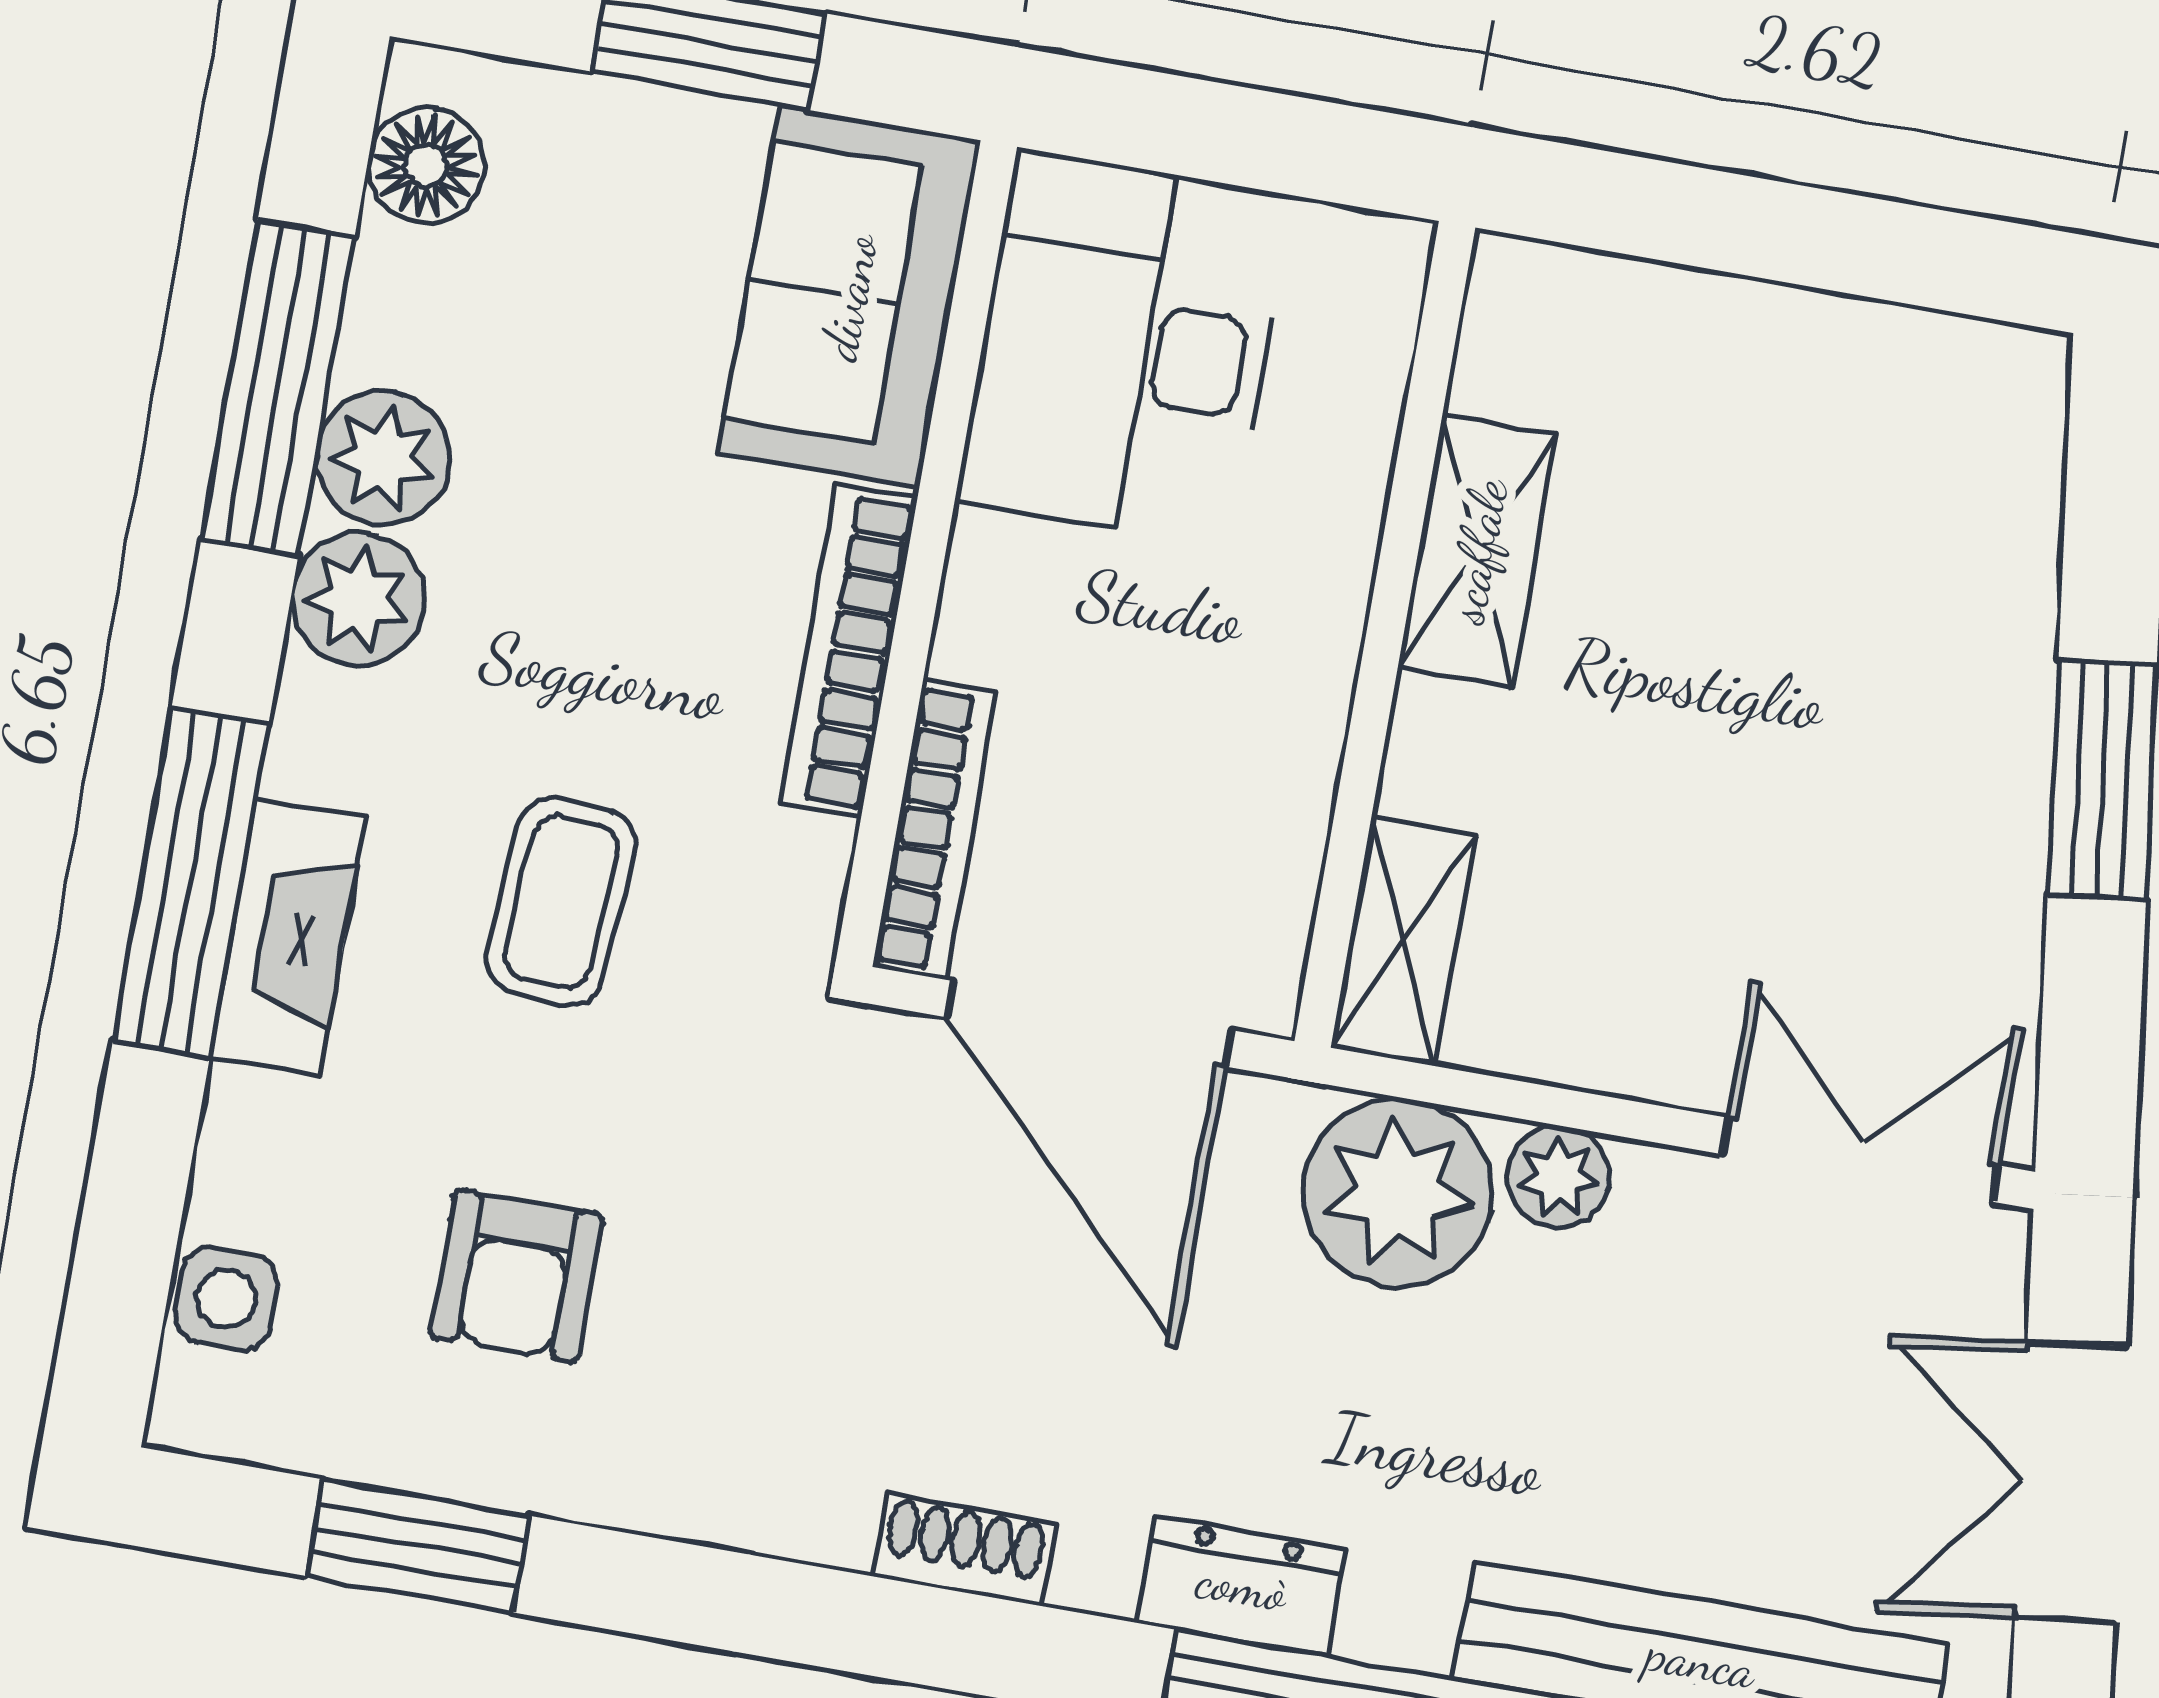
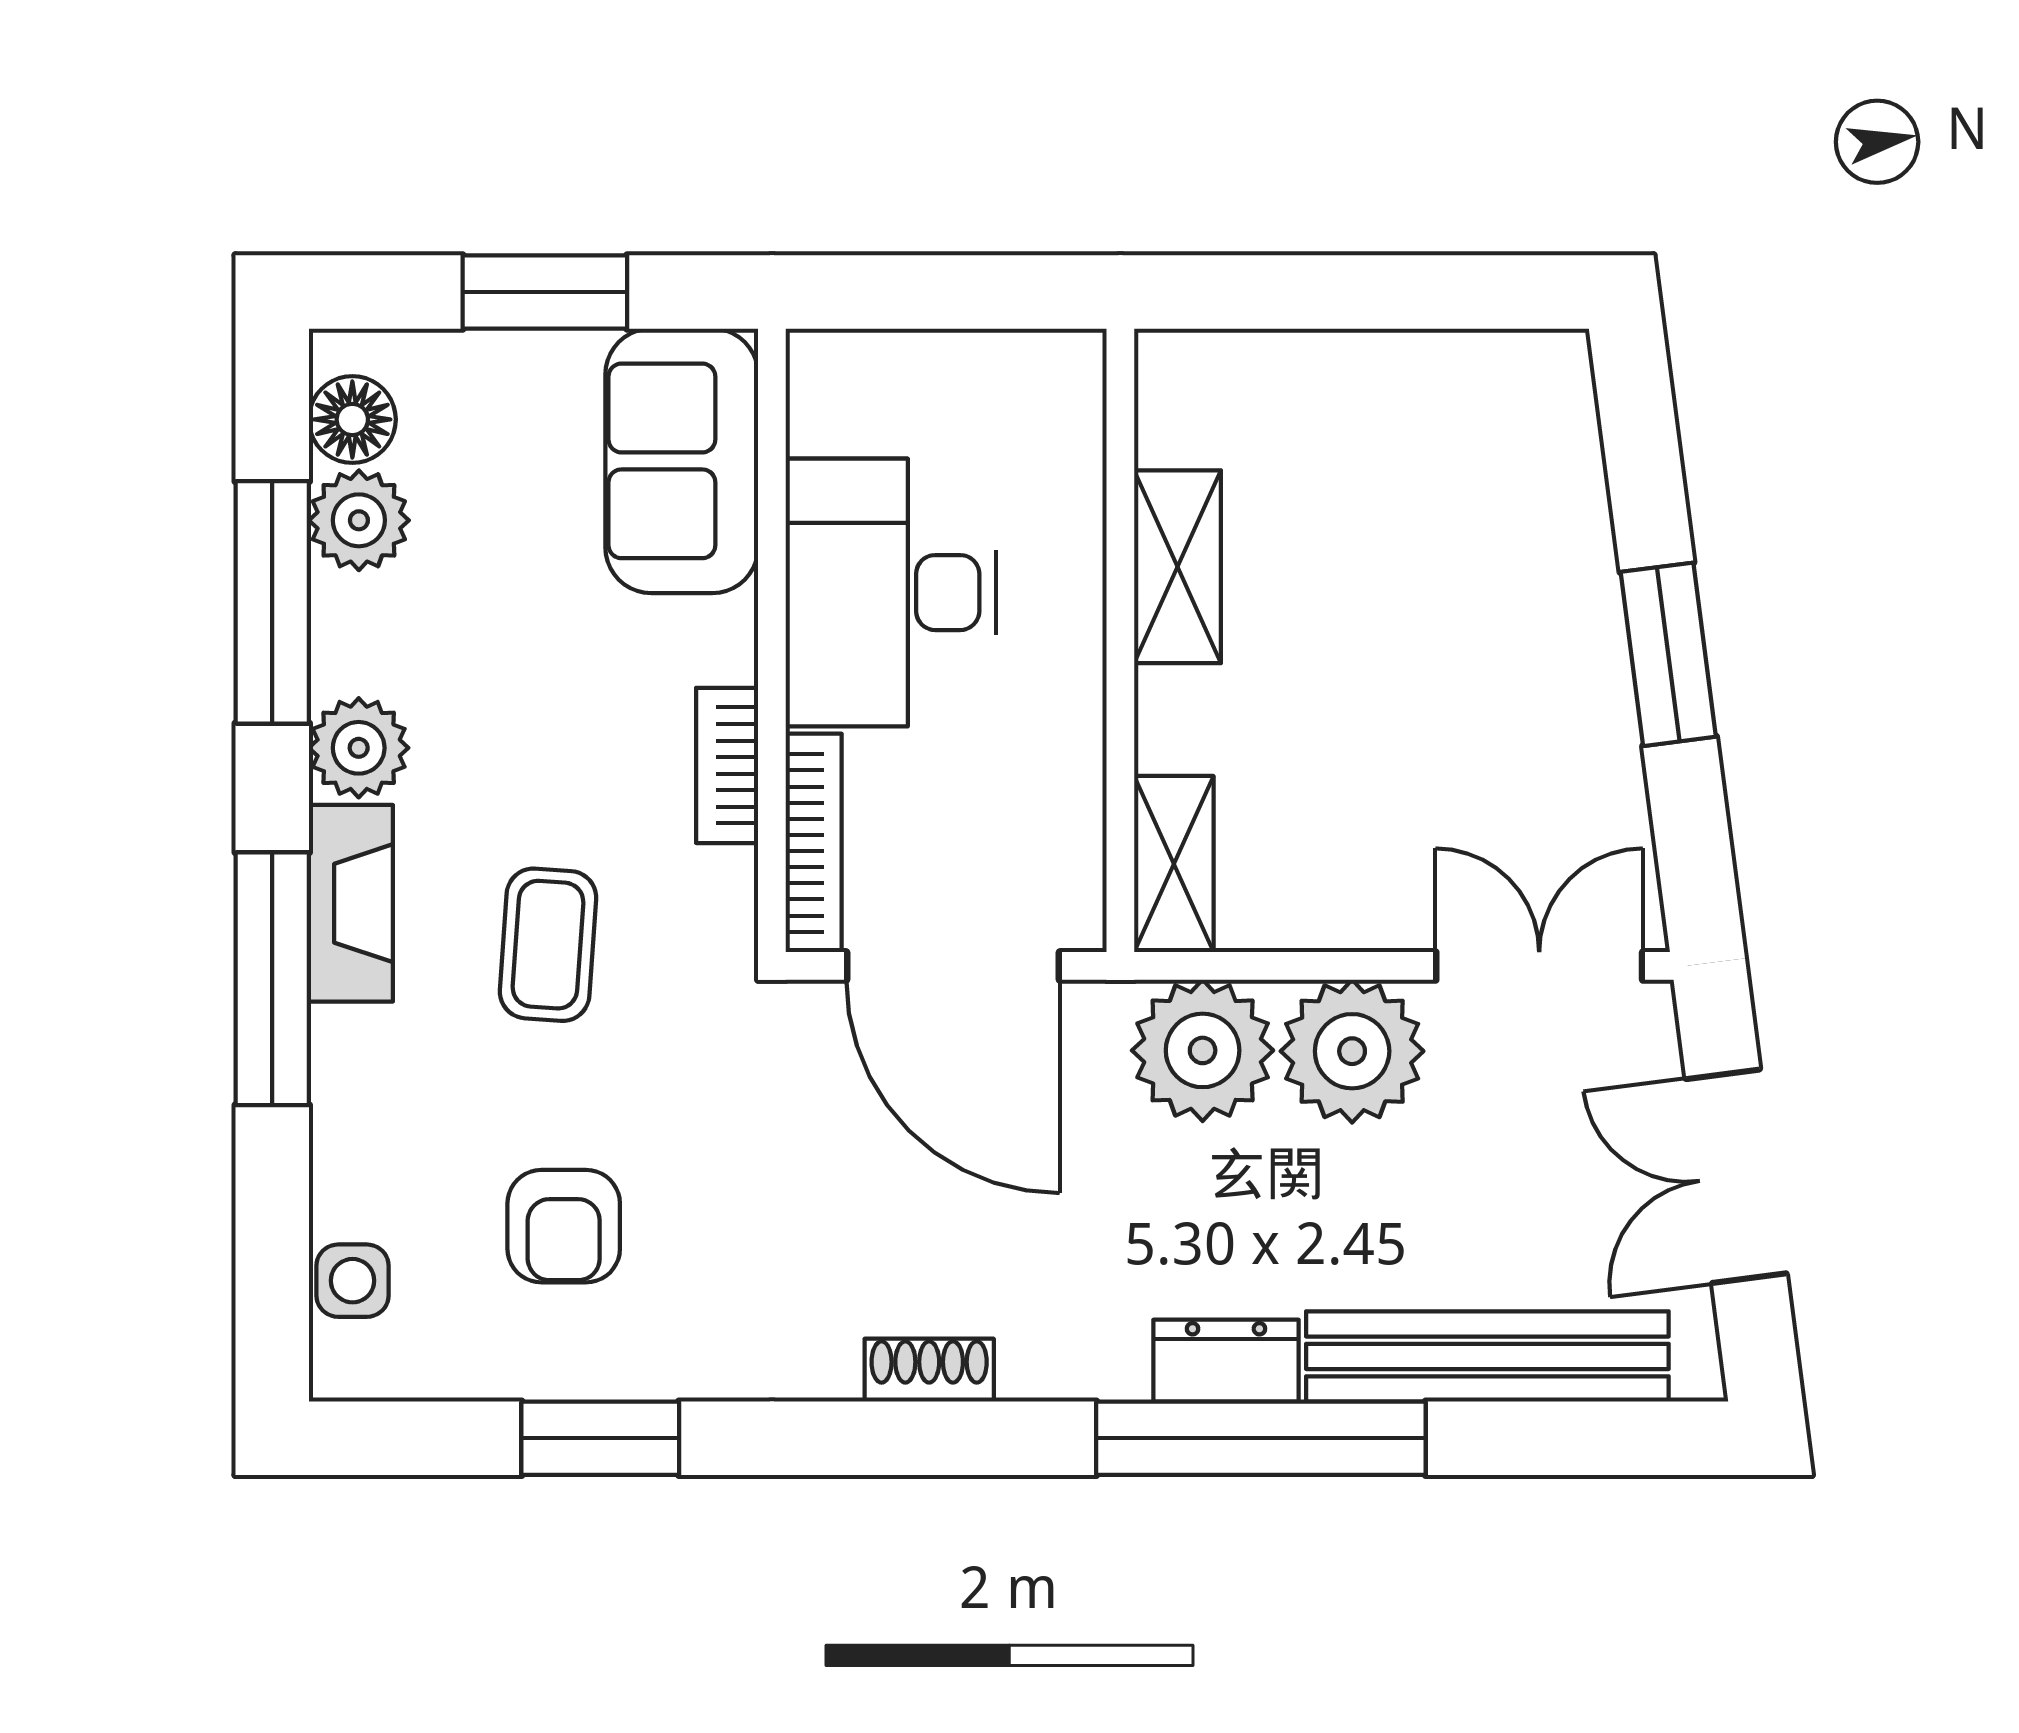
desk: (1124, 349) -> (891, 593), moved
plant: (383, 458) -> (359, 520), moved
bookcase: (849, 650) -> (727, 765), width x0.64
fireplace: (288, 937) -> (351, 903), moved
plant: (1558, 1177) -> (1352, 1051), width x1.88, depth x1.88
window: (418, 1546) -> (600, 1438), moved
dresser: (1242, 1586) -> (1226, 1361), moved

